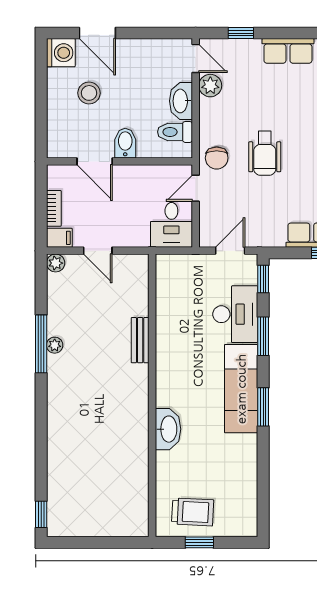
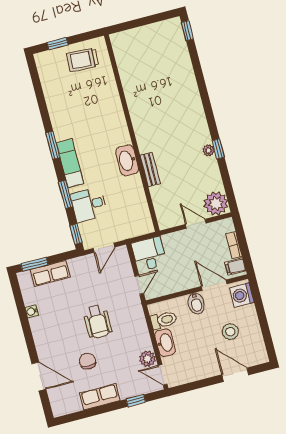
washing machine: (61, 53) -> (242, 295), moved
wheelchair: (265, 153) -> (97, 322), turned 180
chair: (217, 158) -> (88, 361), moved
filing cabinet: (59, 238) -> (235, 267), moved
plant: (56, 263) -> (216, 204), width x1.88, depth x1.88
desk: (235, 314) -> (89, 205), width x0.73
window: (41, 344) -> (218, 149), width x0.46
exam couch: (241, 389) -> (70, 163), width x0.73, depth x0.69
washbasin: (168, 429) -> (127, 160), moved
window: (199, 542) -> (58, 44), moved

